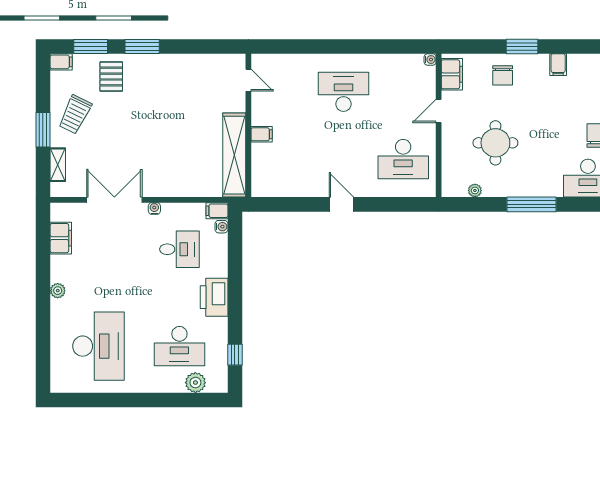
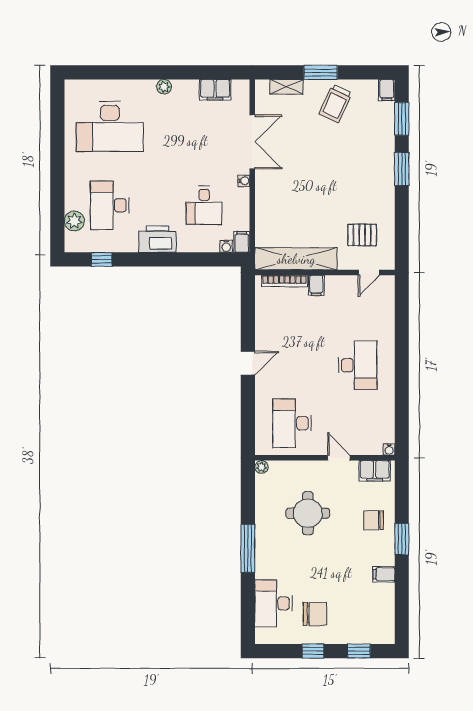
pallet: (111, 77) -> (362, 235), moved
trolley: (75, 114) -> (336, 104), turned -91
bookcase: (257, 167) -> (284, 281), added
plant: (475, 190) -> (261, 467), moved

